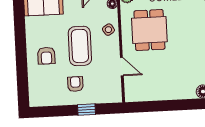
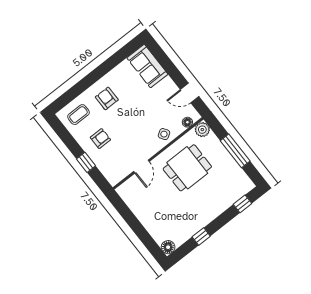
coffee table: (80, 46) -> (78, 115), moved, width x0.54, depth x0.58
armchair: (46, 56) -> (107, 98), turned 90

